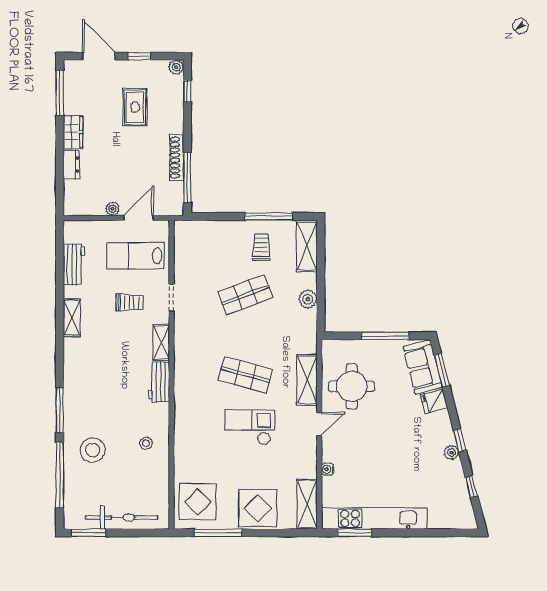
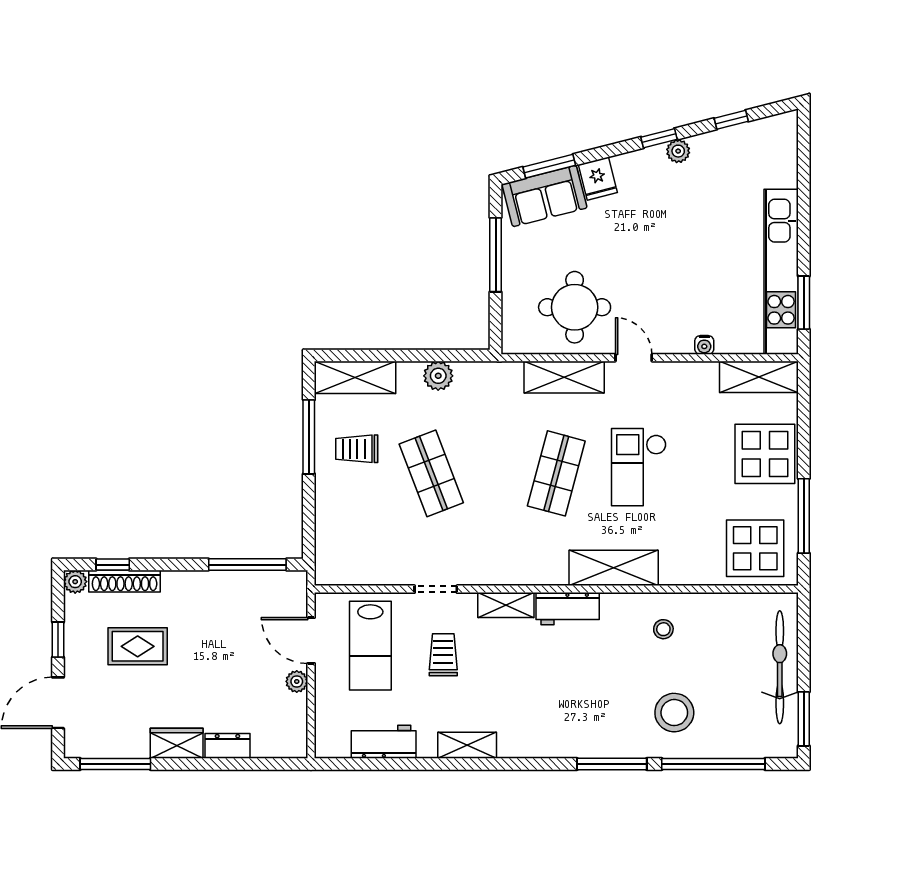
shoe rack: (177, 158) -> (125, 581), moved
shelving: (185, 411) -> (614, 568), added

